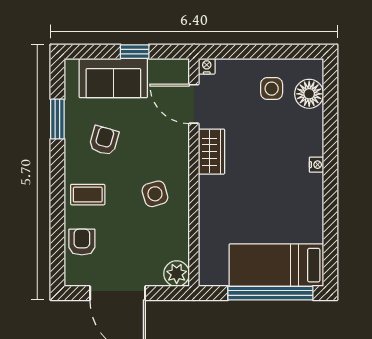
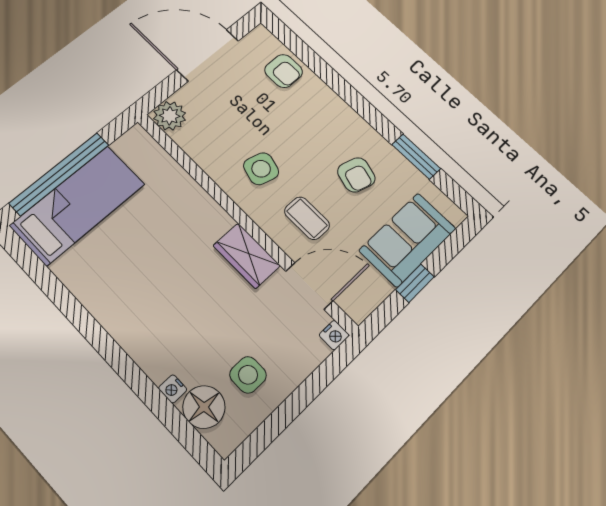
nightstand: (316, 165) -> (173, 389), moved
side table: (155, 194) -> (261, 169), turned 32
coffee table: (88, 195) -> (307, 218), moved, turned 90

